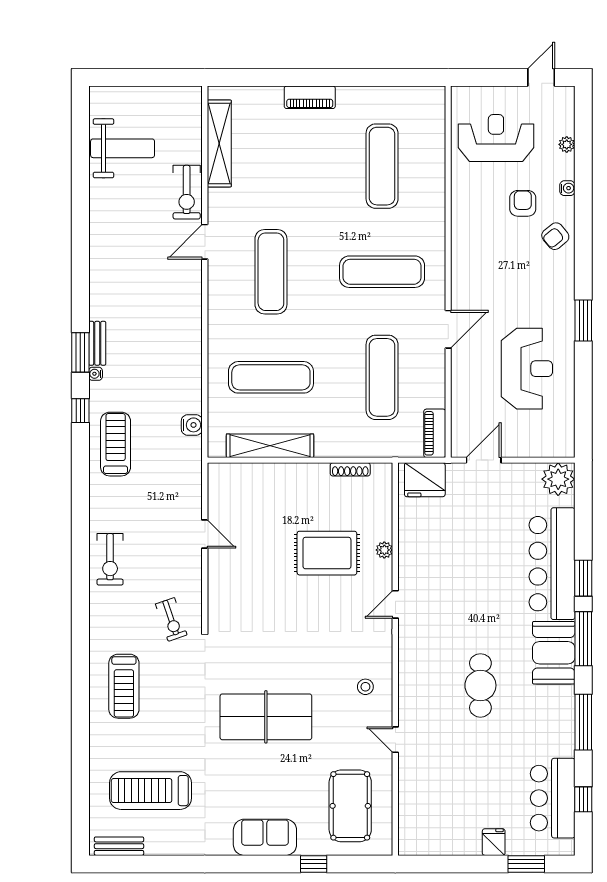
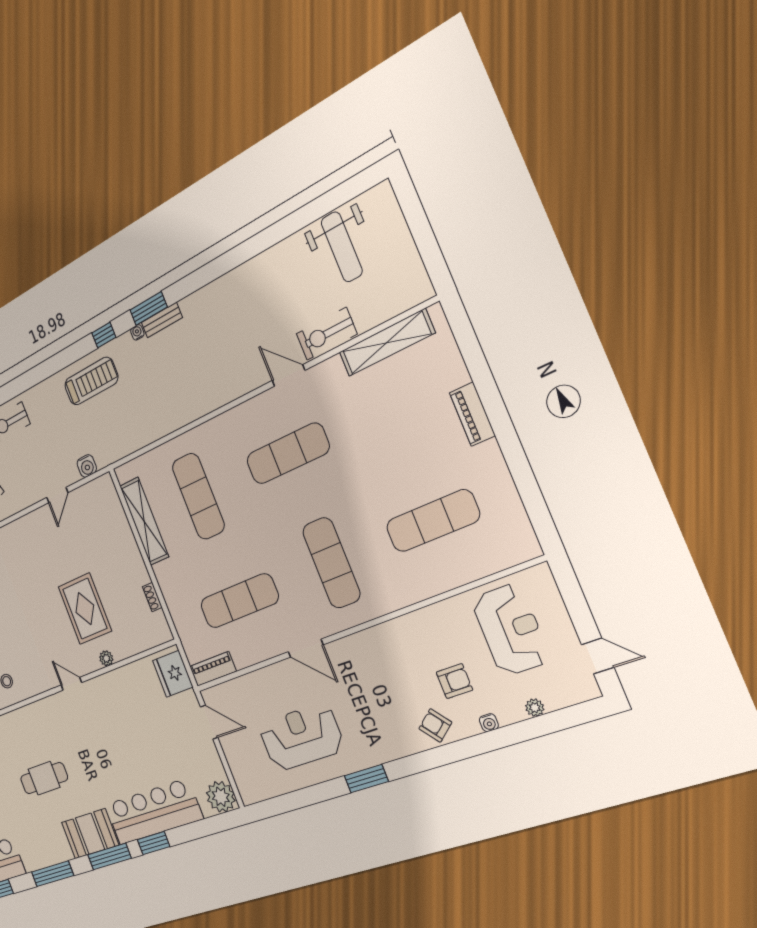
reception desk: (527, 369) -> (301, 737), turned 180
water cooler: (192, 425) -> (87, 466), moved
shoe rack: (350, 469) -> (152, 597), width x0.70

